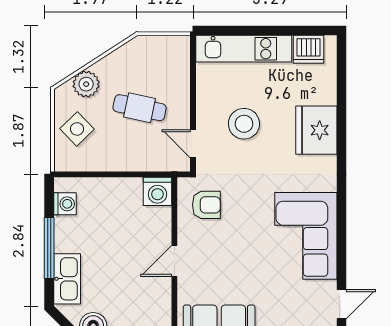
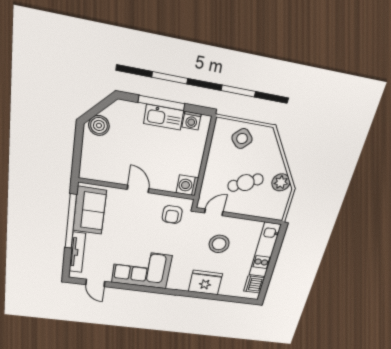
plant: (86, 84) -> (281, 182), moved
cafe table: (140, 108) -> (246, 183), turned 53
kitchen sink: (67, 279) -> (164, 117), moved

